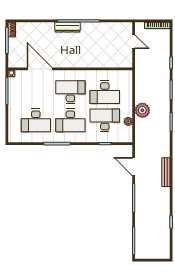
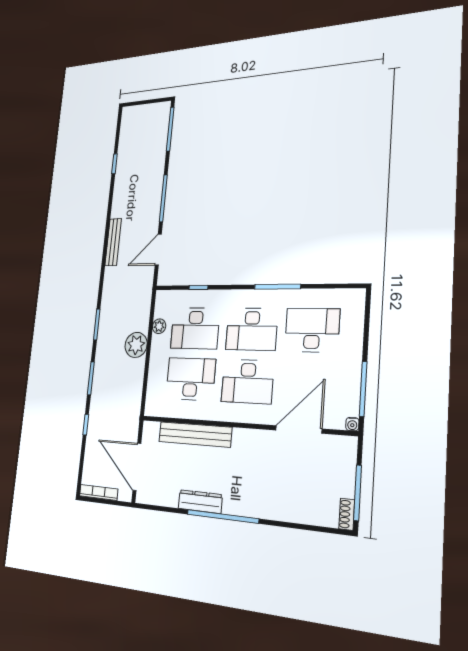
dresser: (68, 27) -> (200, 502), moved
door: (134, 42) -> (137, 467), width x1.88
bench: (99, 62) -> (195, 434), added
door: (40, 69) -> (299, 429), swing flipped
desk: (70, 120) -> (252, 329), turned 180
door: (134, 167) -> (158, 250), swing flipped

